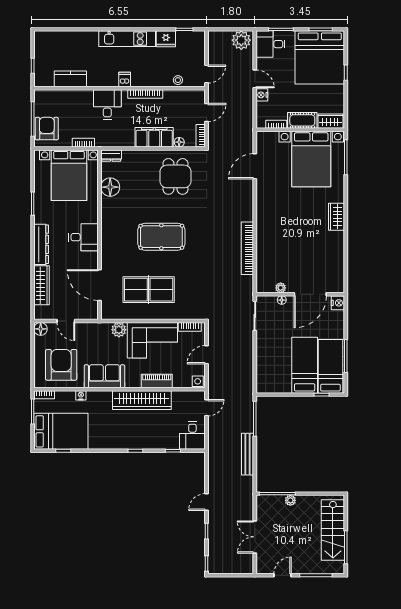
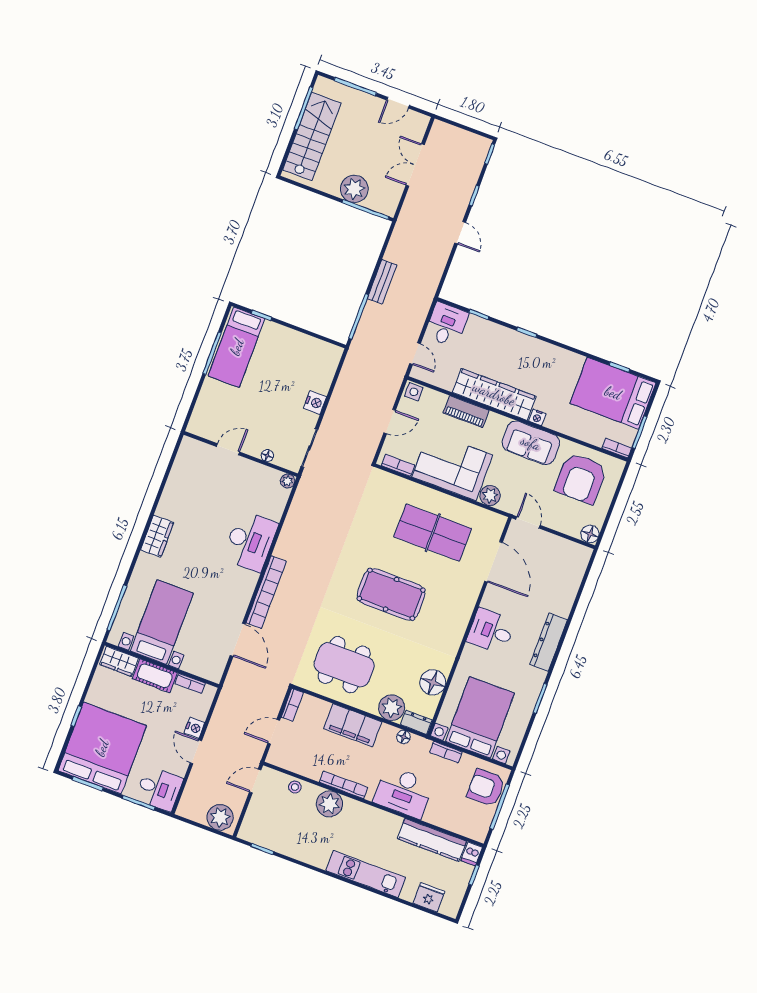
kitchen unit: (127, 39) -> (366, 874), moved
fridge: (166, 39) -> (429, 897), moved
plant: (241, 40) -> (220, 817), moved
plant: (150, 77) -> (329, 804), added
kitchen counter: (70, 79) -> (432, 840), width x1.50
dishwasher: (125, 80) -> (472, 854), moved
desk: (107, 104) -> (404, 792), width x1.37
armchair: (47, 129) -> (486, 788), turned 90
floor lamp: (179, 142) -> (403, 737), moved
plant: (132, 159) -> (392, 708), added
bed with nightstands: (311, 159) -> (162, 622), width x0.73
door: (255, 166) -> (238, 640), hinge flipped
dining table: (175, 176) -> (344, 665), width x1.38
desk: (271, 237) -> (250, 541), added
bookcase: (247, 248) -> (266, 592), moved
wardrobe: (42, 285) -> (568, 589), removed
plant: (281, 288) -> (288, 481), moved
door: (310, 294) -> (228, 449), width x0.53
nightstand: (338, 303) -> (315, 402), moved, turned 180
door: (66, 321) -> (528, 522), moved
bed: (305, 365) -> (269, 361), removed
nightstand: (81, 395) -> (537, 417), moved
door: (207, 408) -> (415, 354), swing flipped
bench: (248, 454) -> (382, 282), width x0.73
plant: (290, 500) -> (354, 189), width x1.88, depth x1.88
door: (207, 502) -> (460, 233), hinge flipped
double door: (255, 537) -> (415, 165), swing flipped

